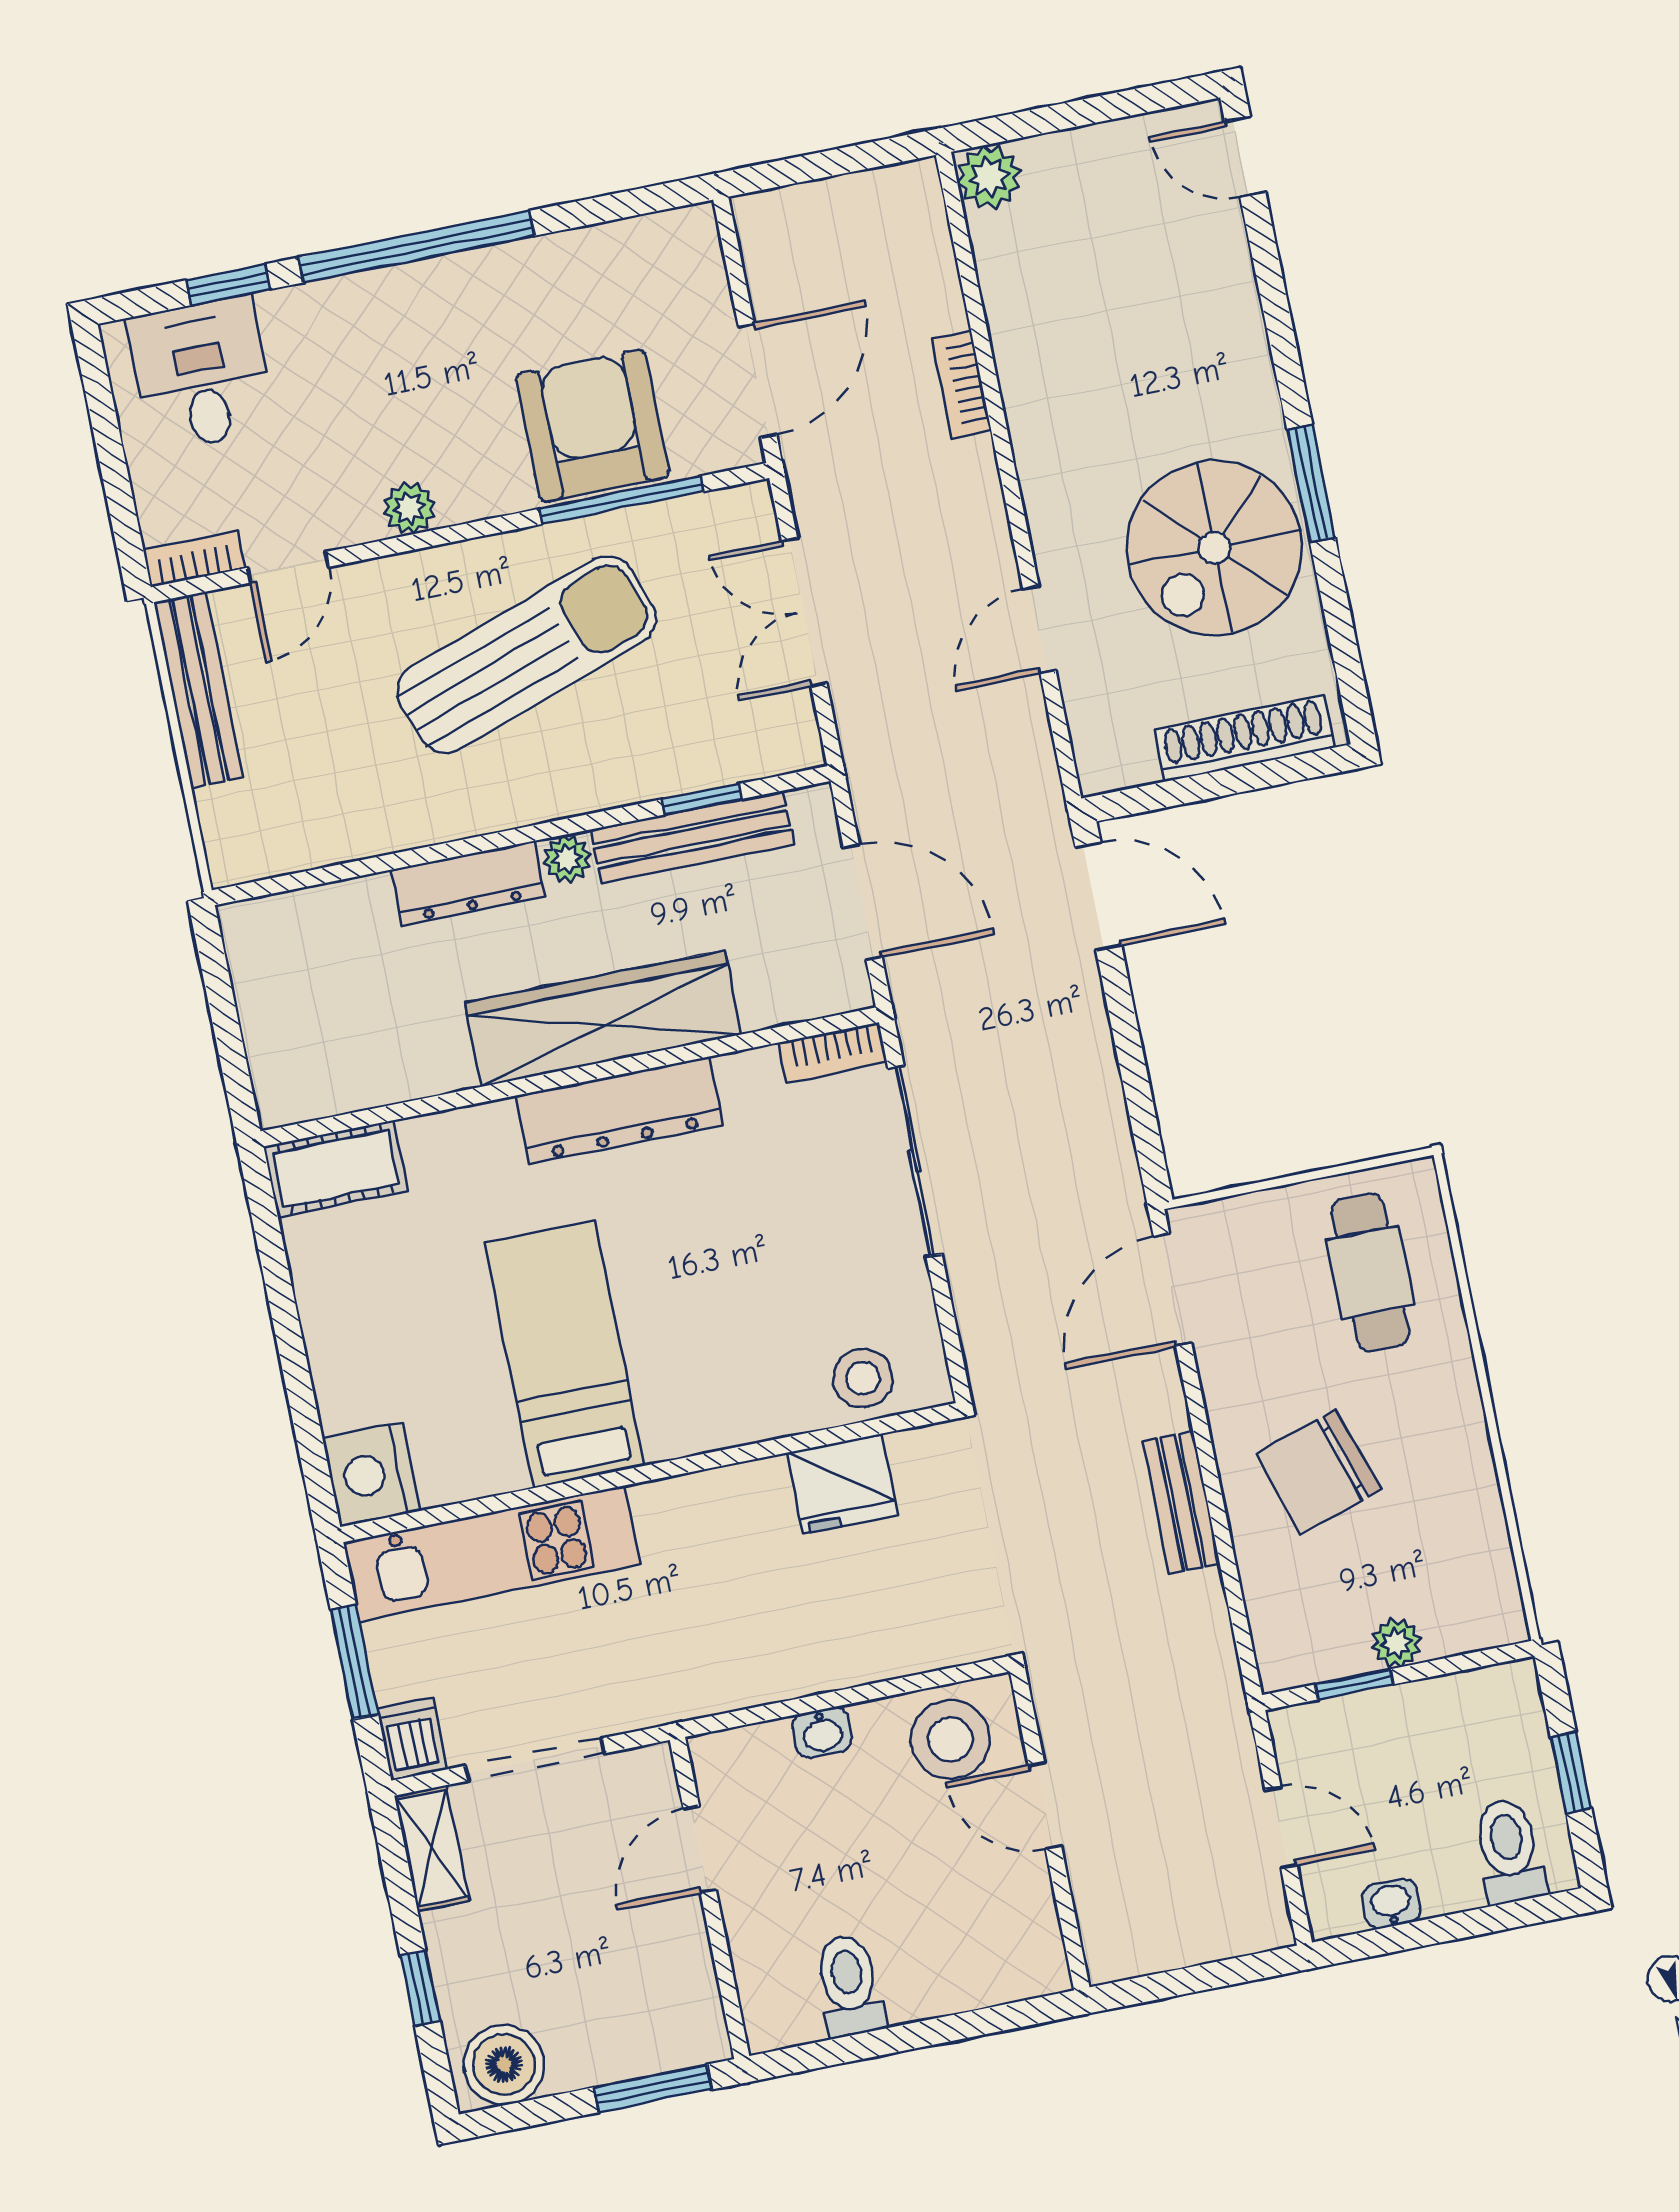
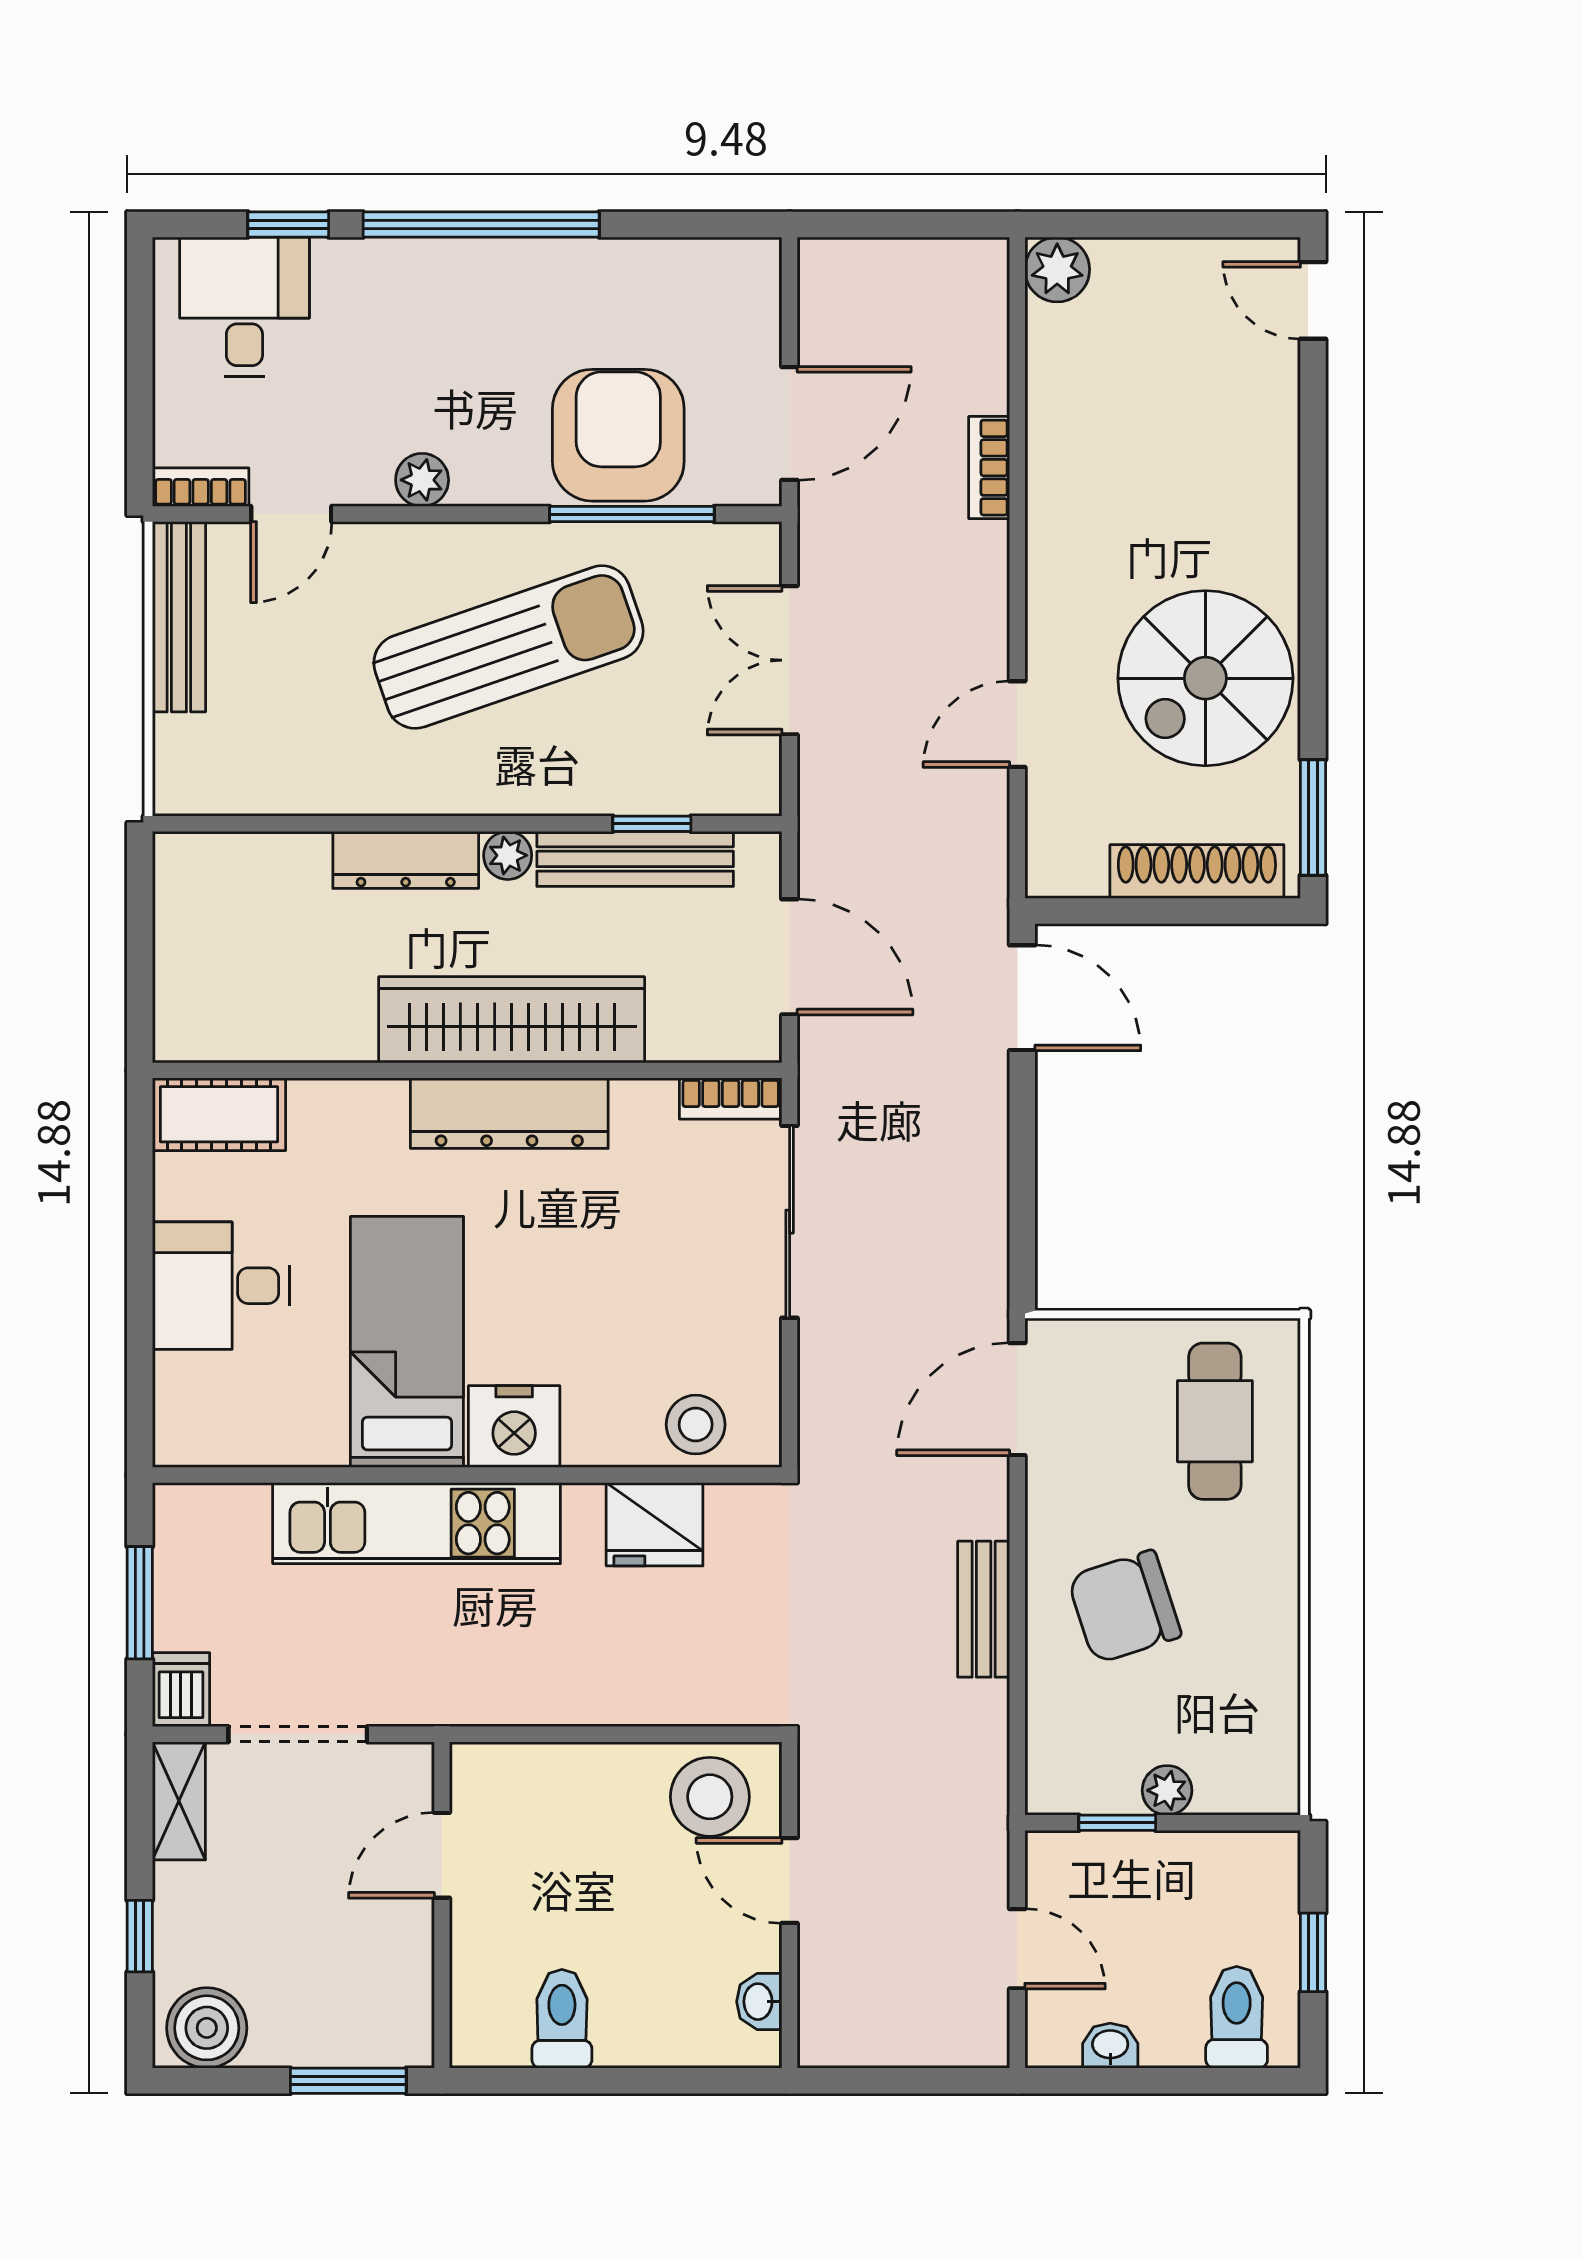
window: (1311, 483) -> (1313, 817), moved
desk: (371, 1336) -> (221, 1286), added
nightstand: (371, 1475) -> (514, 1426), moved, turned -90
kitchen unit: (492, 1553) -> (417, 1523), moved
washbasin: (822, 1732) -> (759, 2002), moved, turned 90

